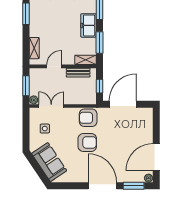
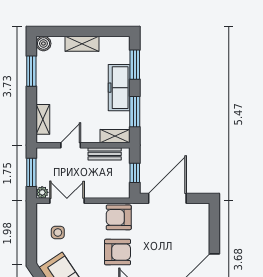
freezer: (88, 25) -> (119, 88), width x1.40

